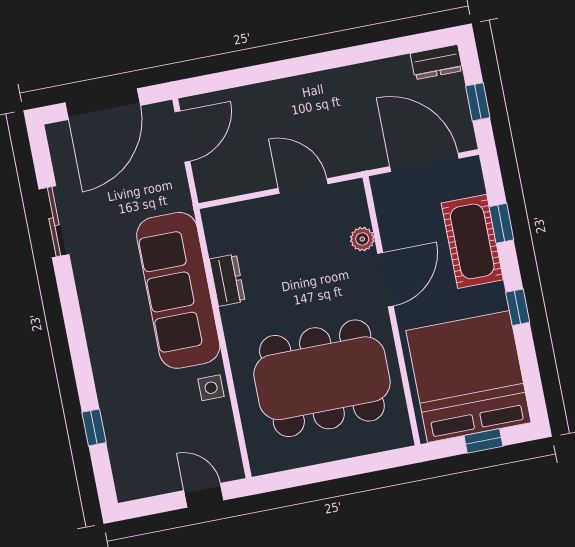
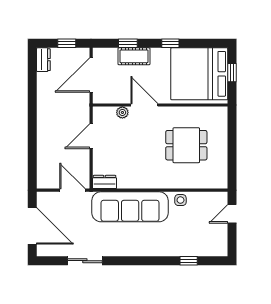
door: (182, 136) -> (72, 190), moved
cot: (472, 241) -> (134, 56), width x0.73, depth x0.75
dresser: (227, 280) -> (105, 182), moved
dining table: (322, 378) -> (186, 145), width x0.53, depth x0.80

